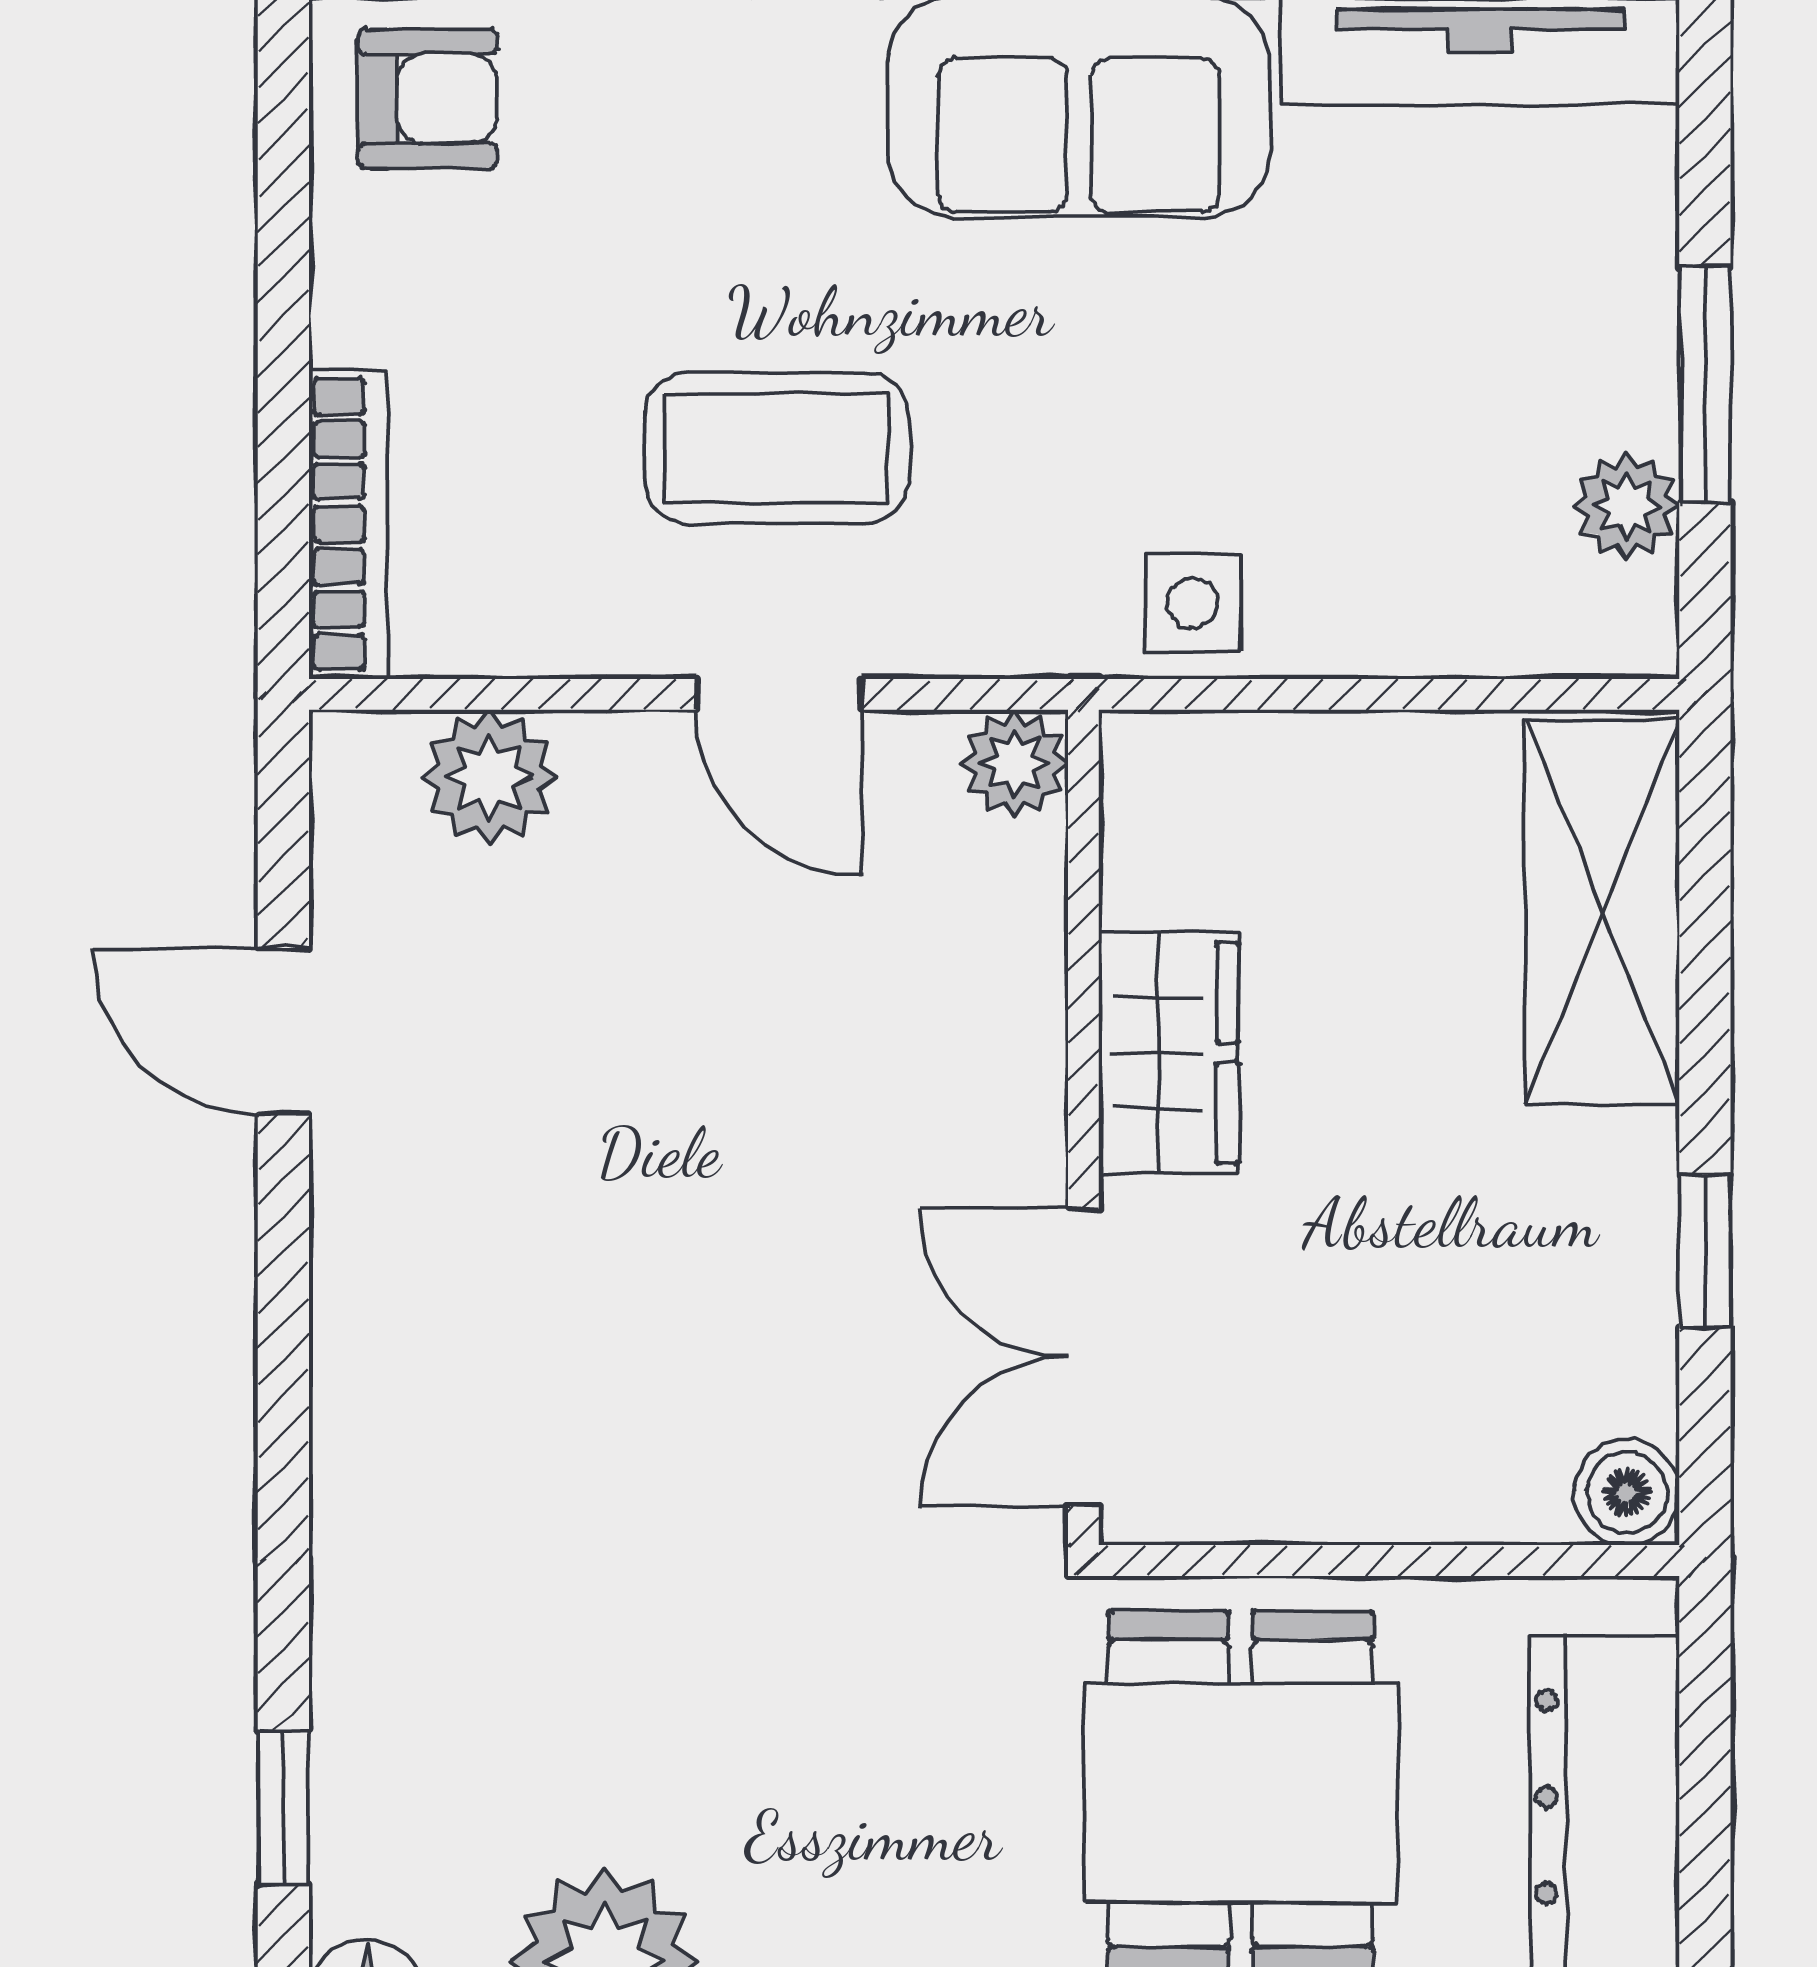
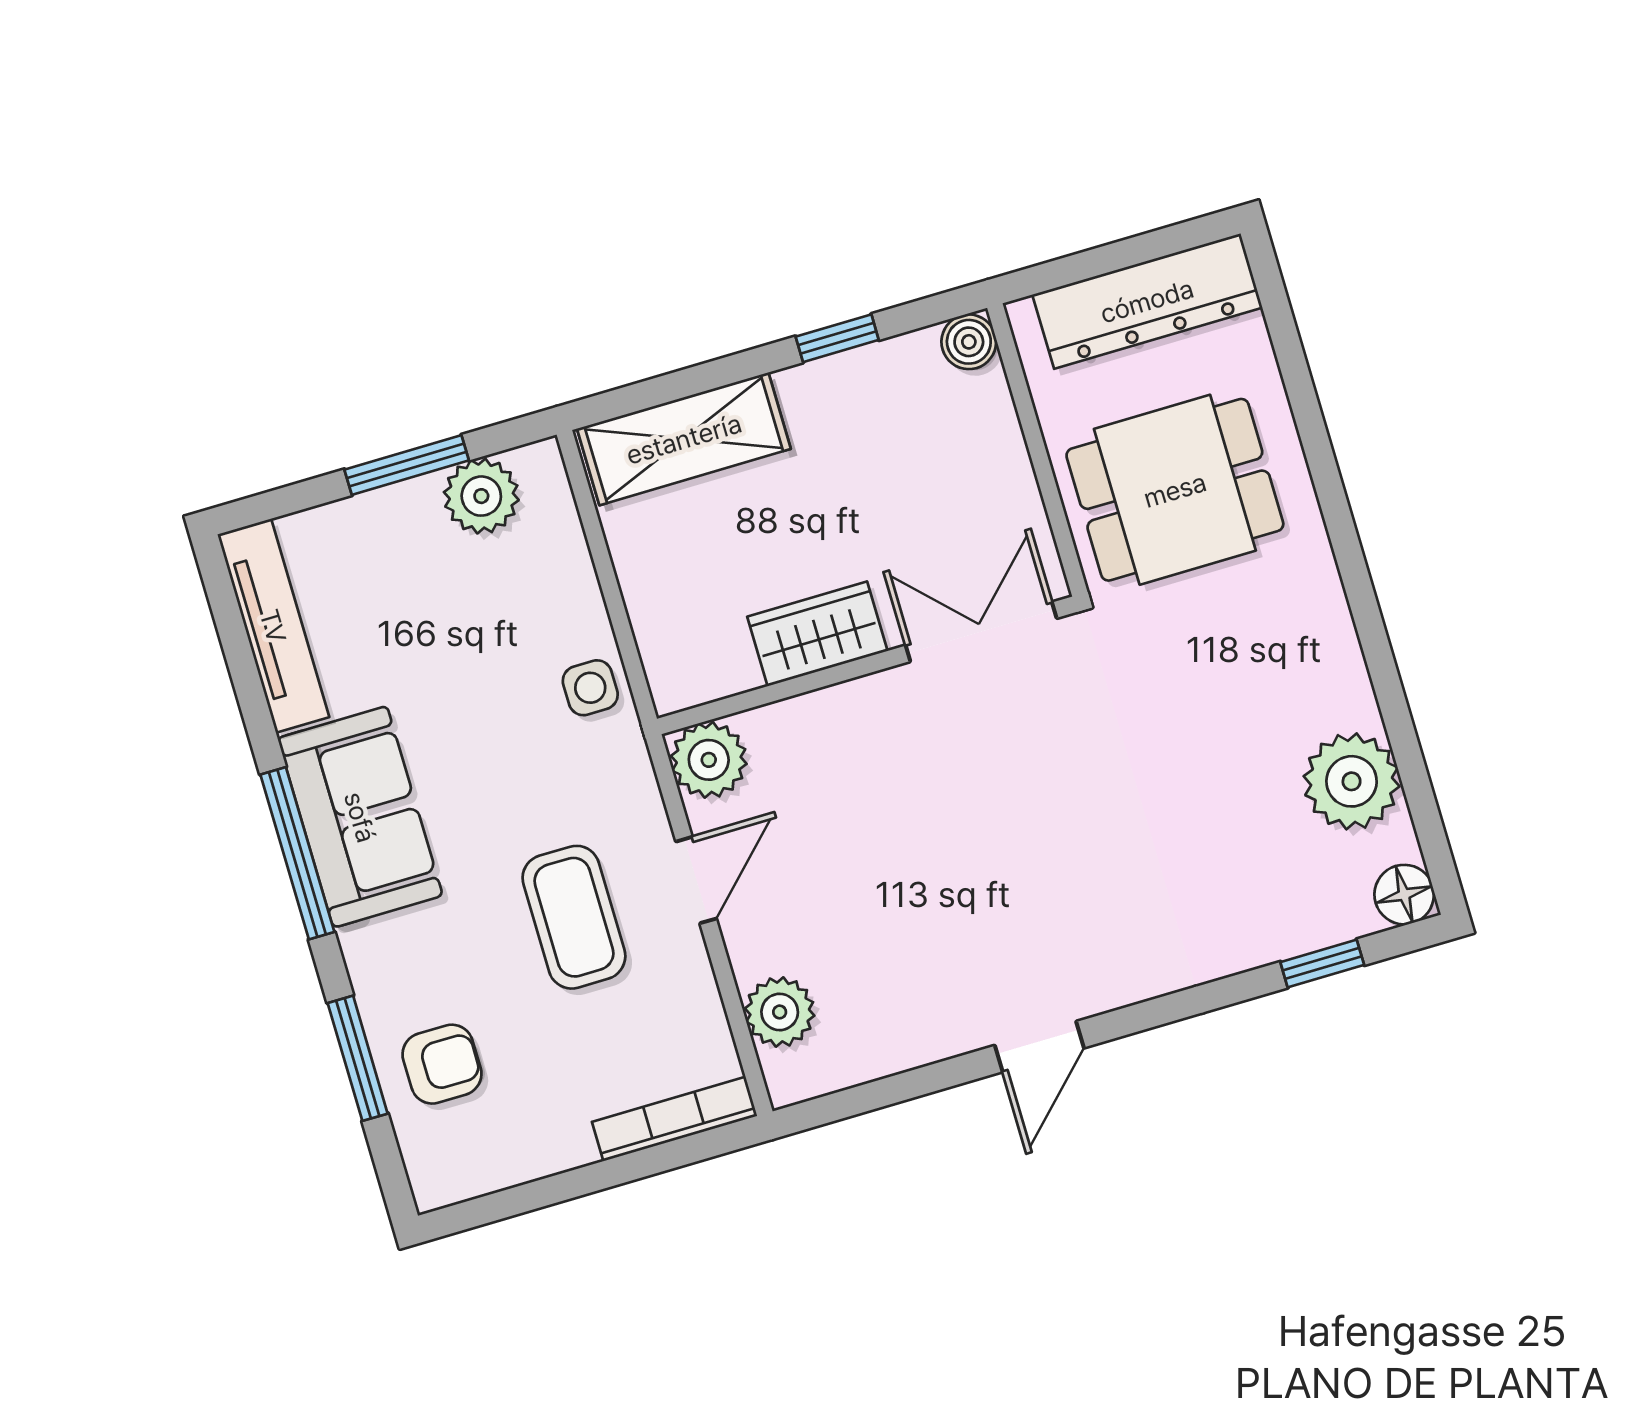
armchair: (428, 99) -> (442, 1064), moved, turned 90
plant: (1627, 506) -> (481, 496), width x1.38, depth x1.38
plant: (1015, 763) -> (709, 760), width x1.38, depth x1.38
door: (283, 1031) -> (1039, 1047), moved
double door: (1083, 1357) -> (981, 632), swing flipped

